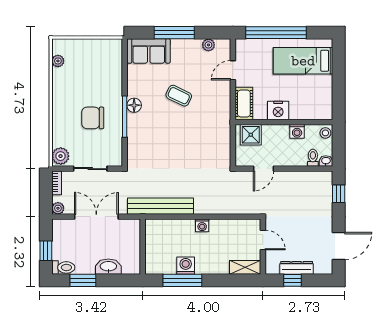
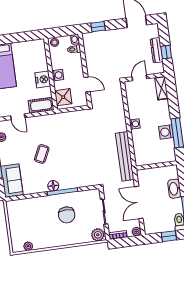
washing machine: (297, 131) -> (58, 75), moved

